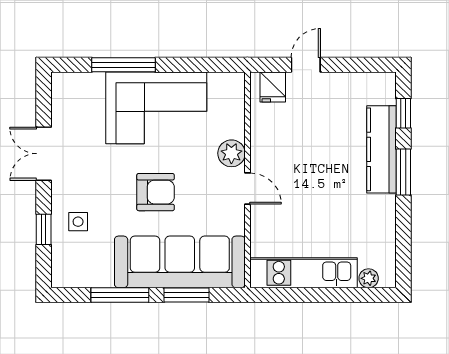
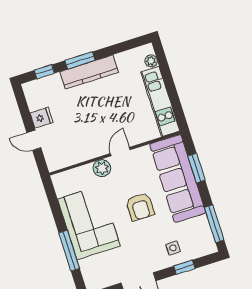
fridge: (273, 87) -> (42, 118), moved
kitchen counter: (382, 149) -> (89, 72), moved
armchair: (156, 192) -> (140, 207), turned 180
window: (120, 295) -> (214, 224), moved

